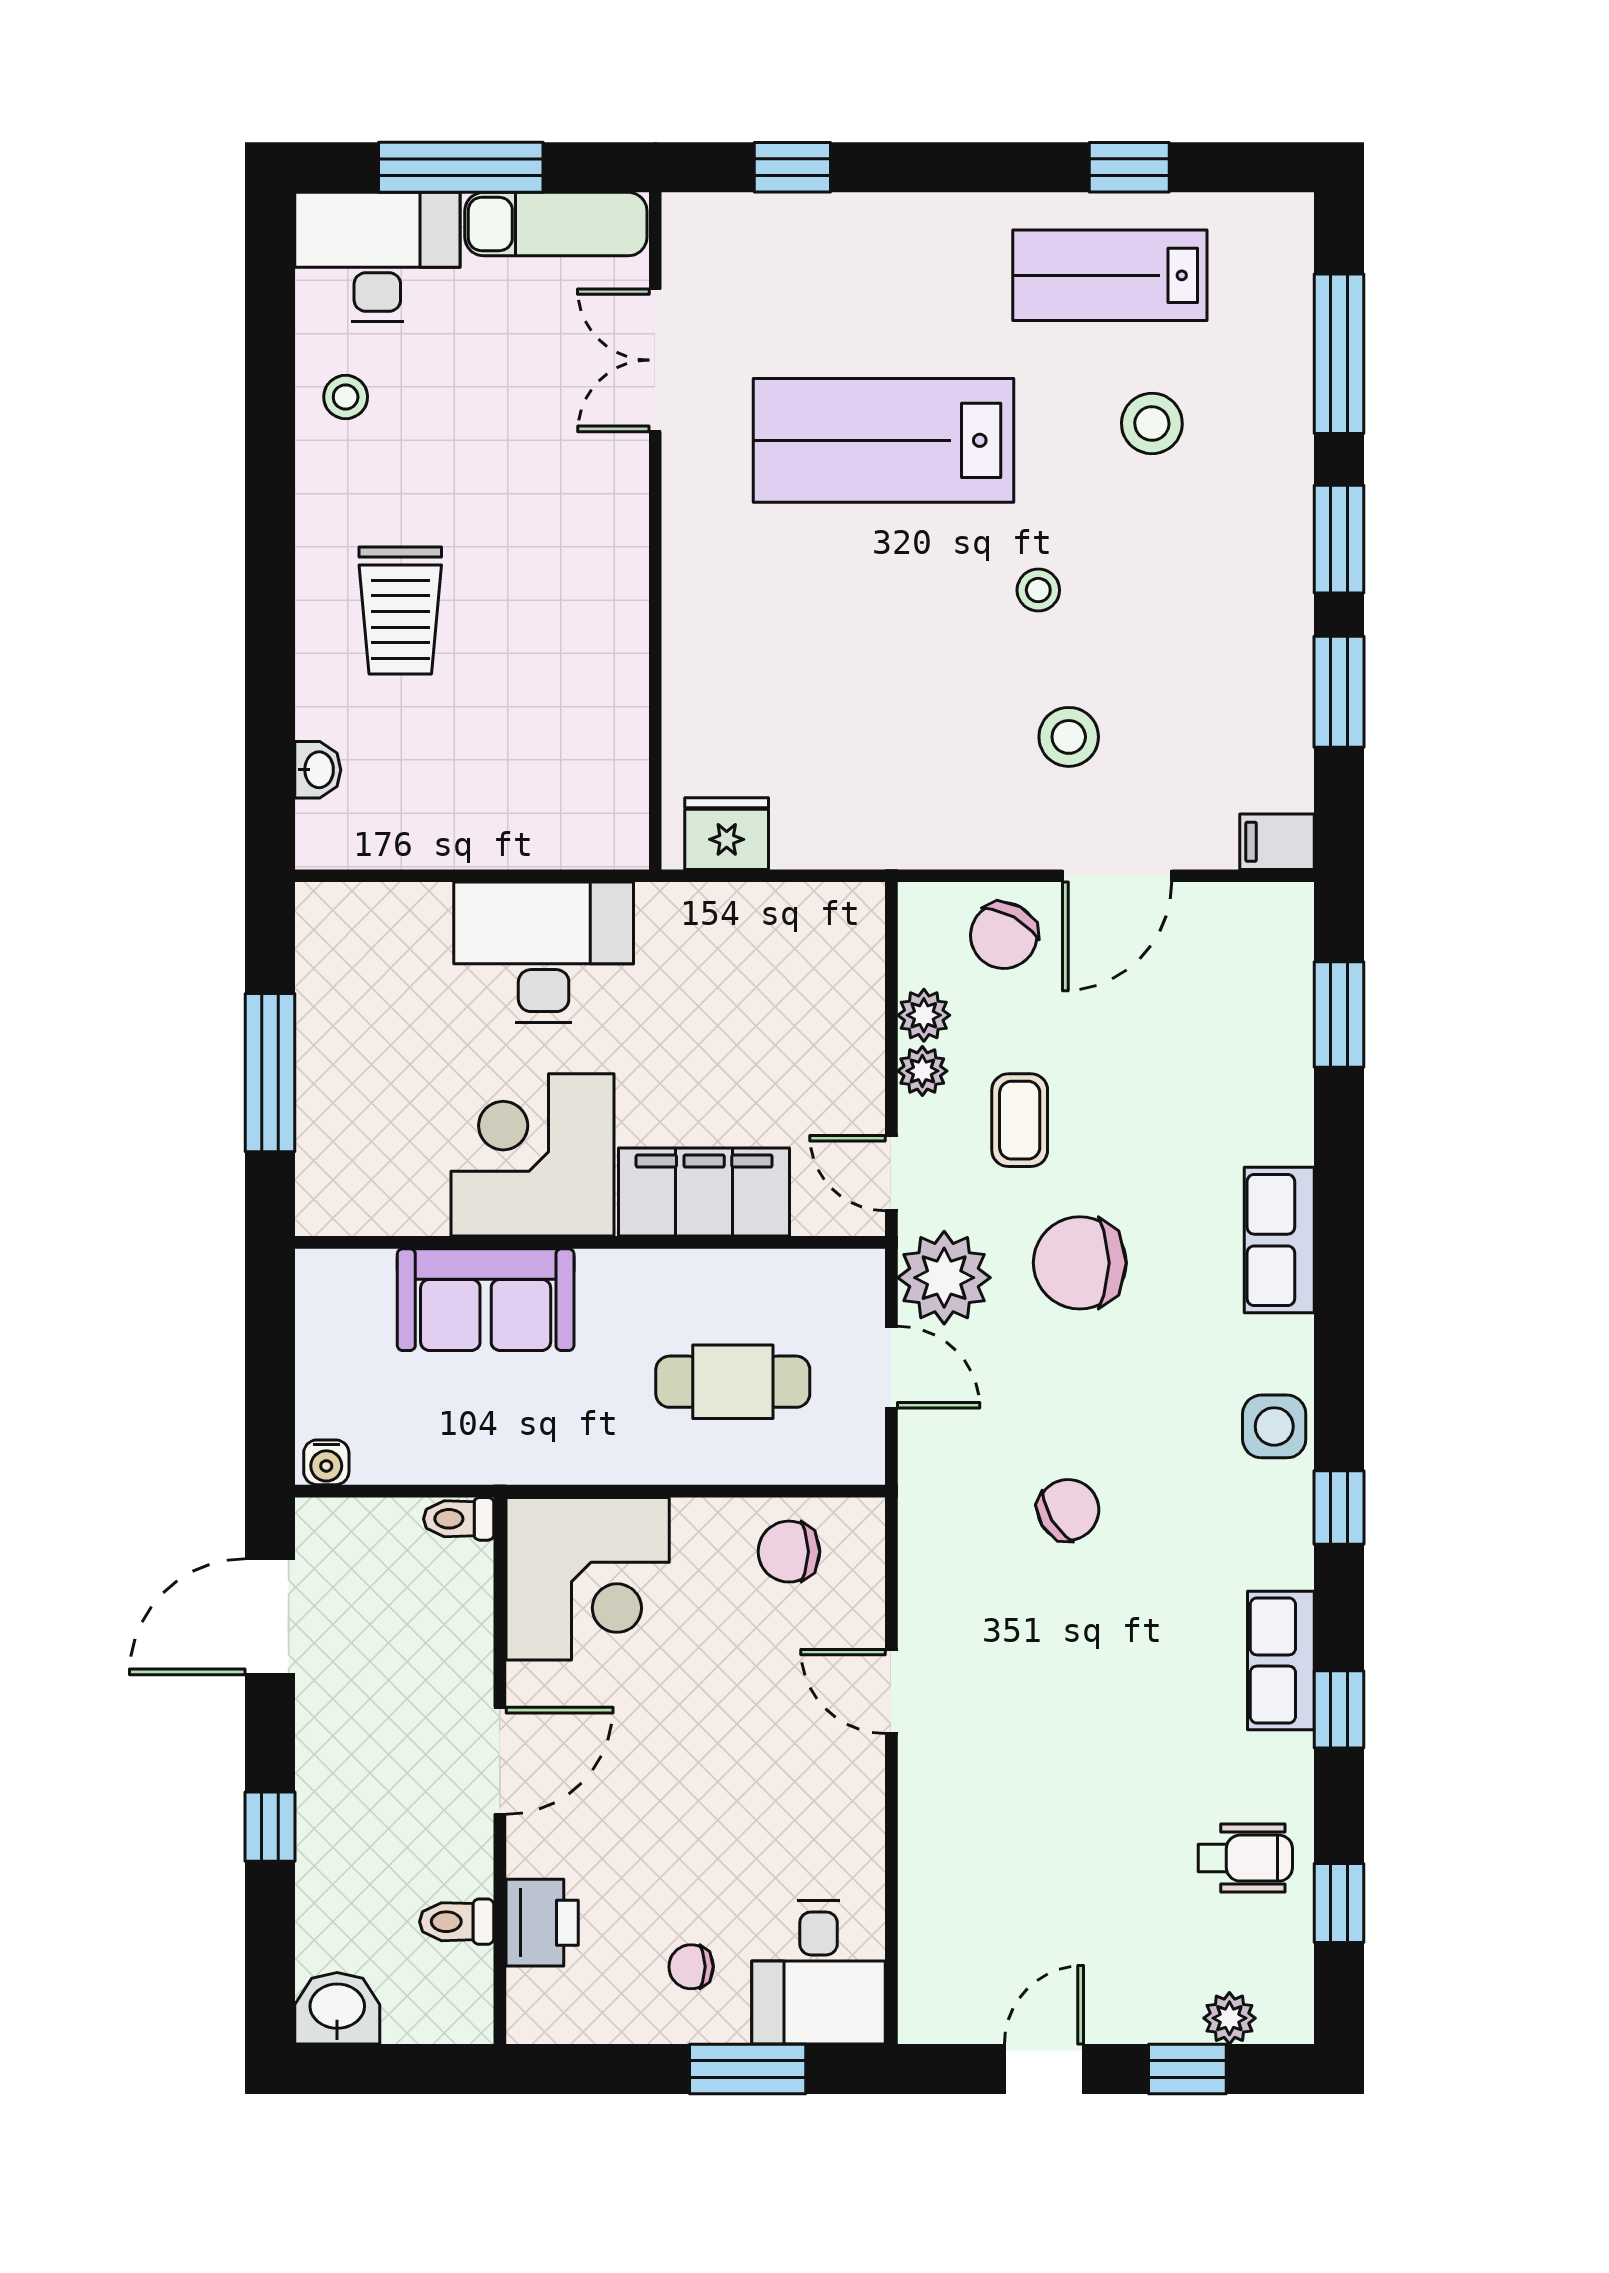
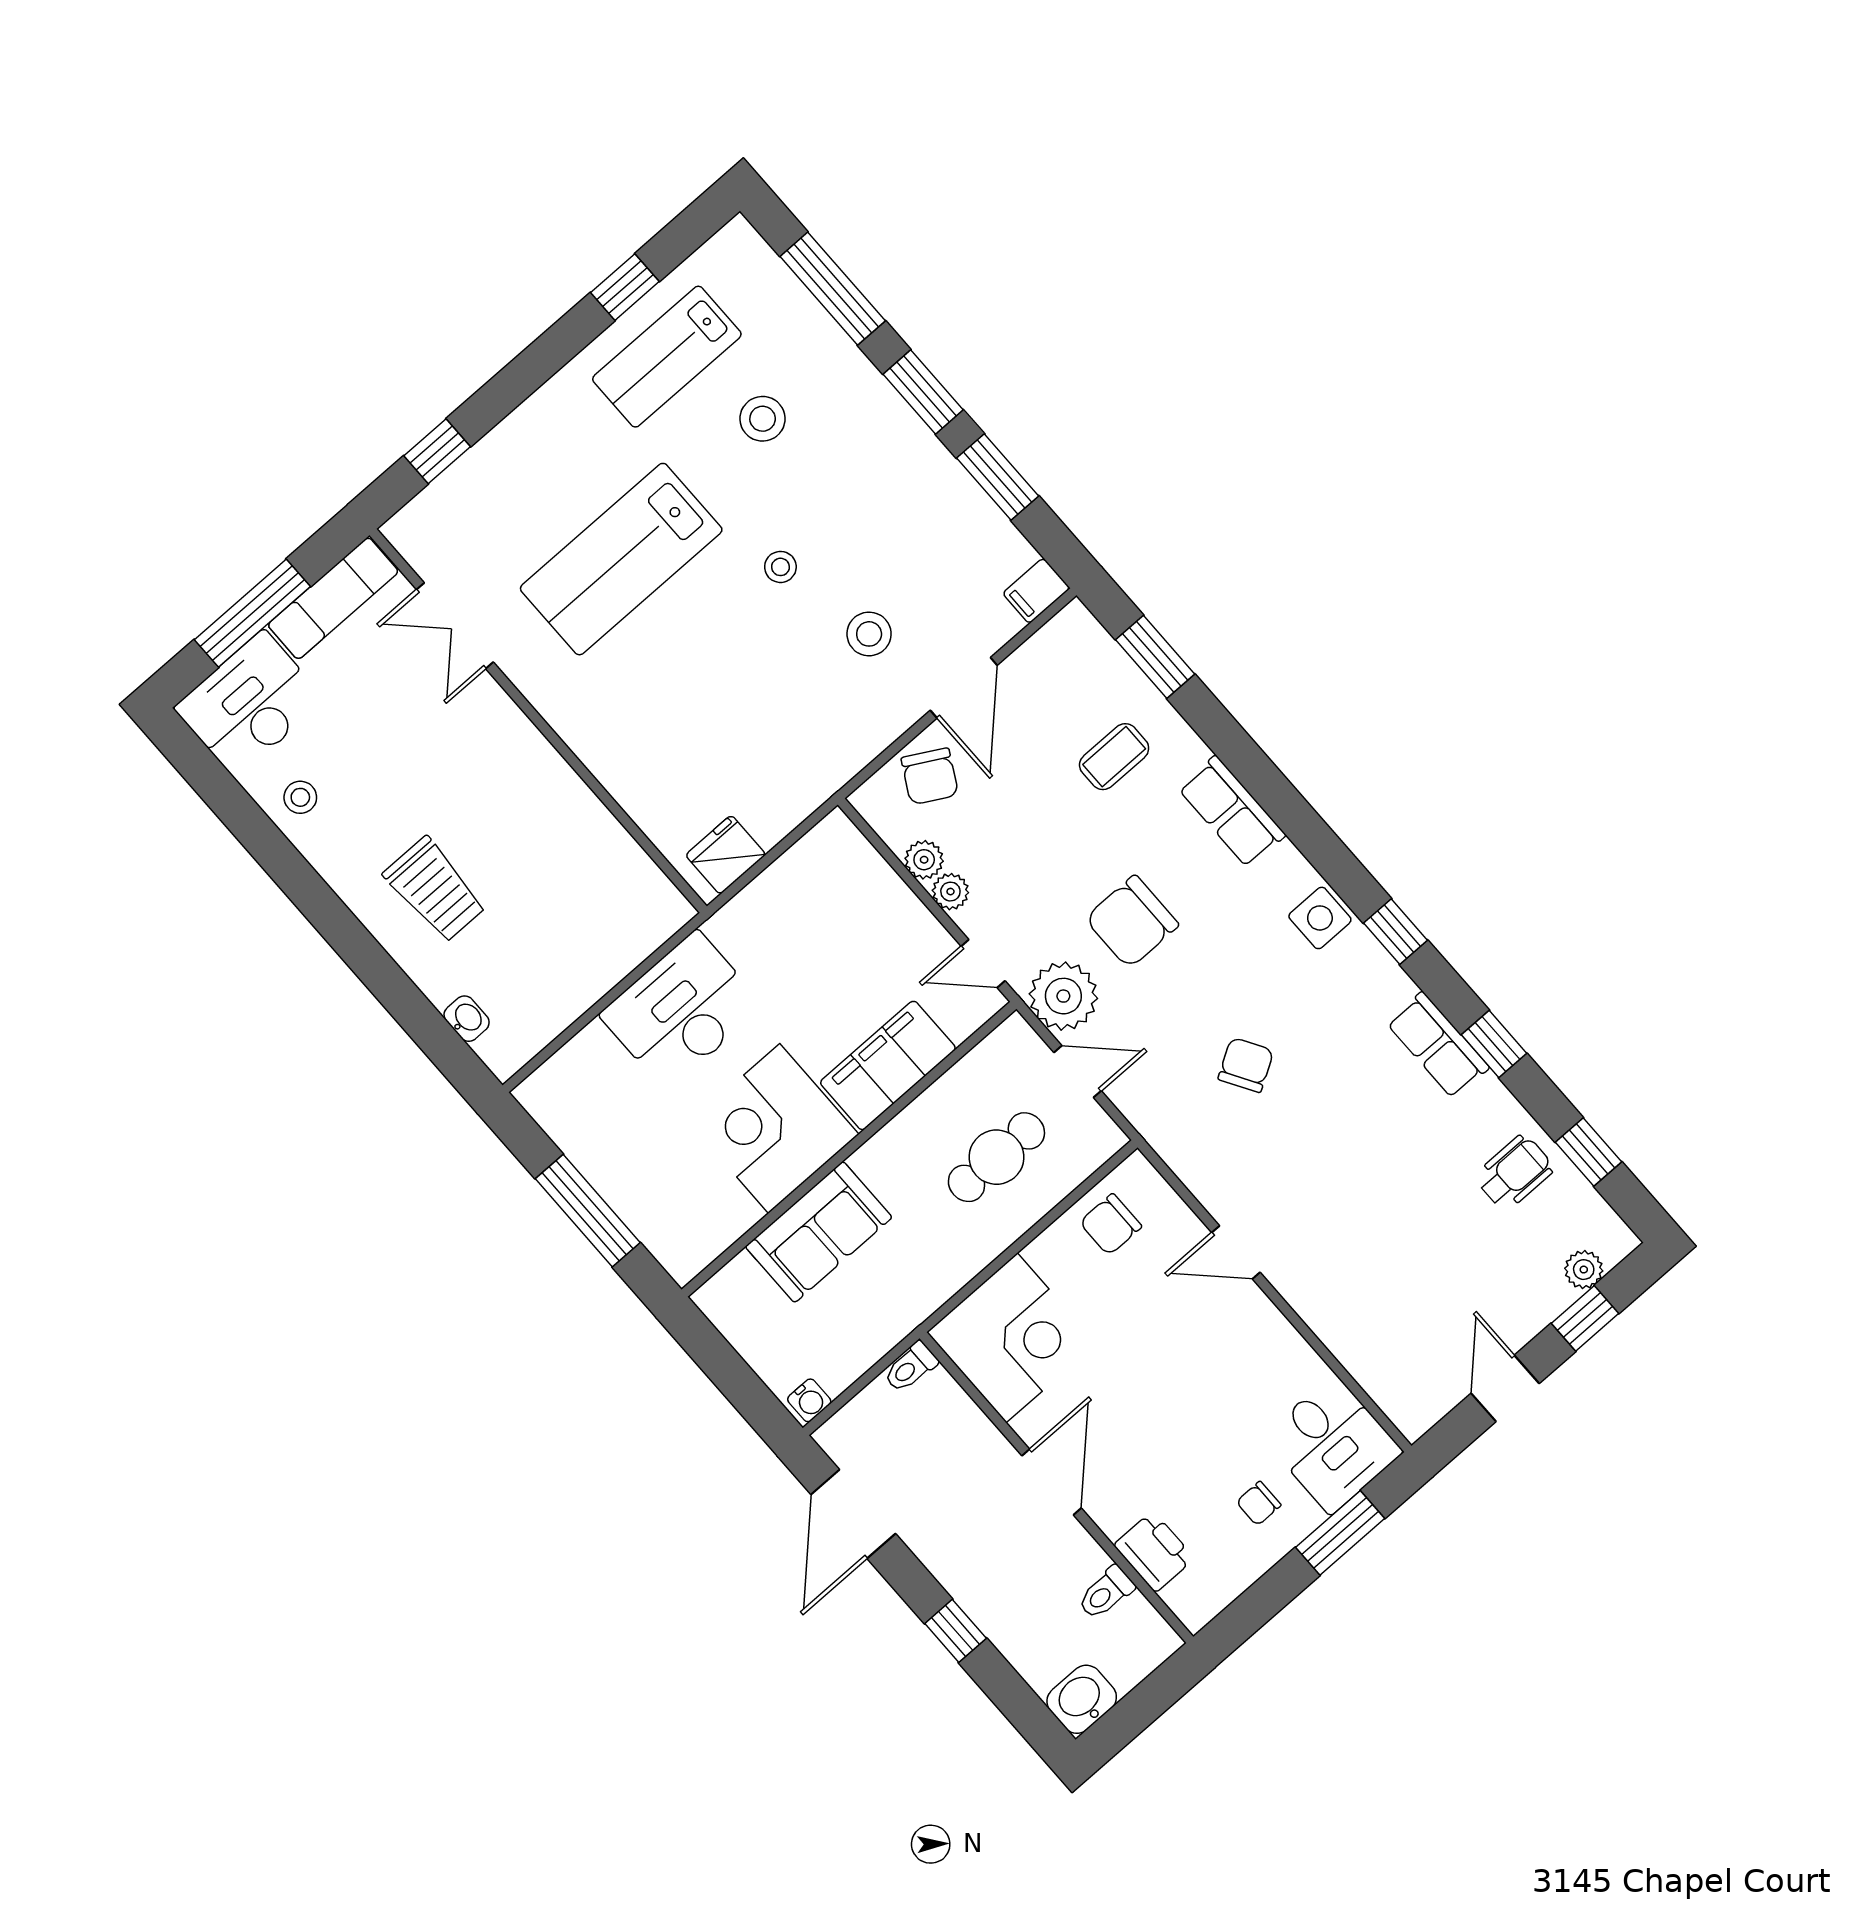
coffee table: (1020, 1120) -> (1114, 757), moved, turned 90

